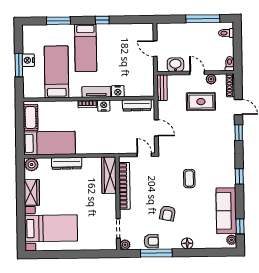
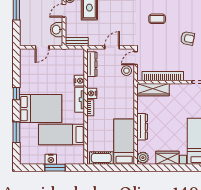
bed: (86, 48) -> (41, 109), width x1.50
stool: (130, 145) -> (126, 71), added

